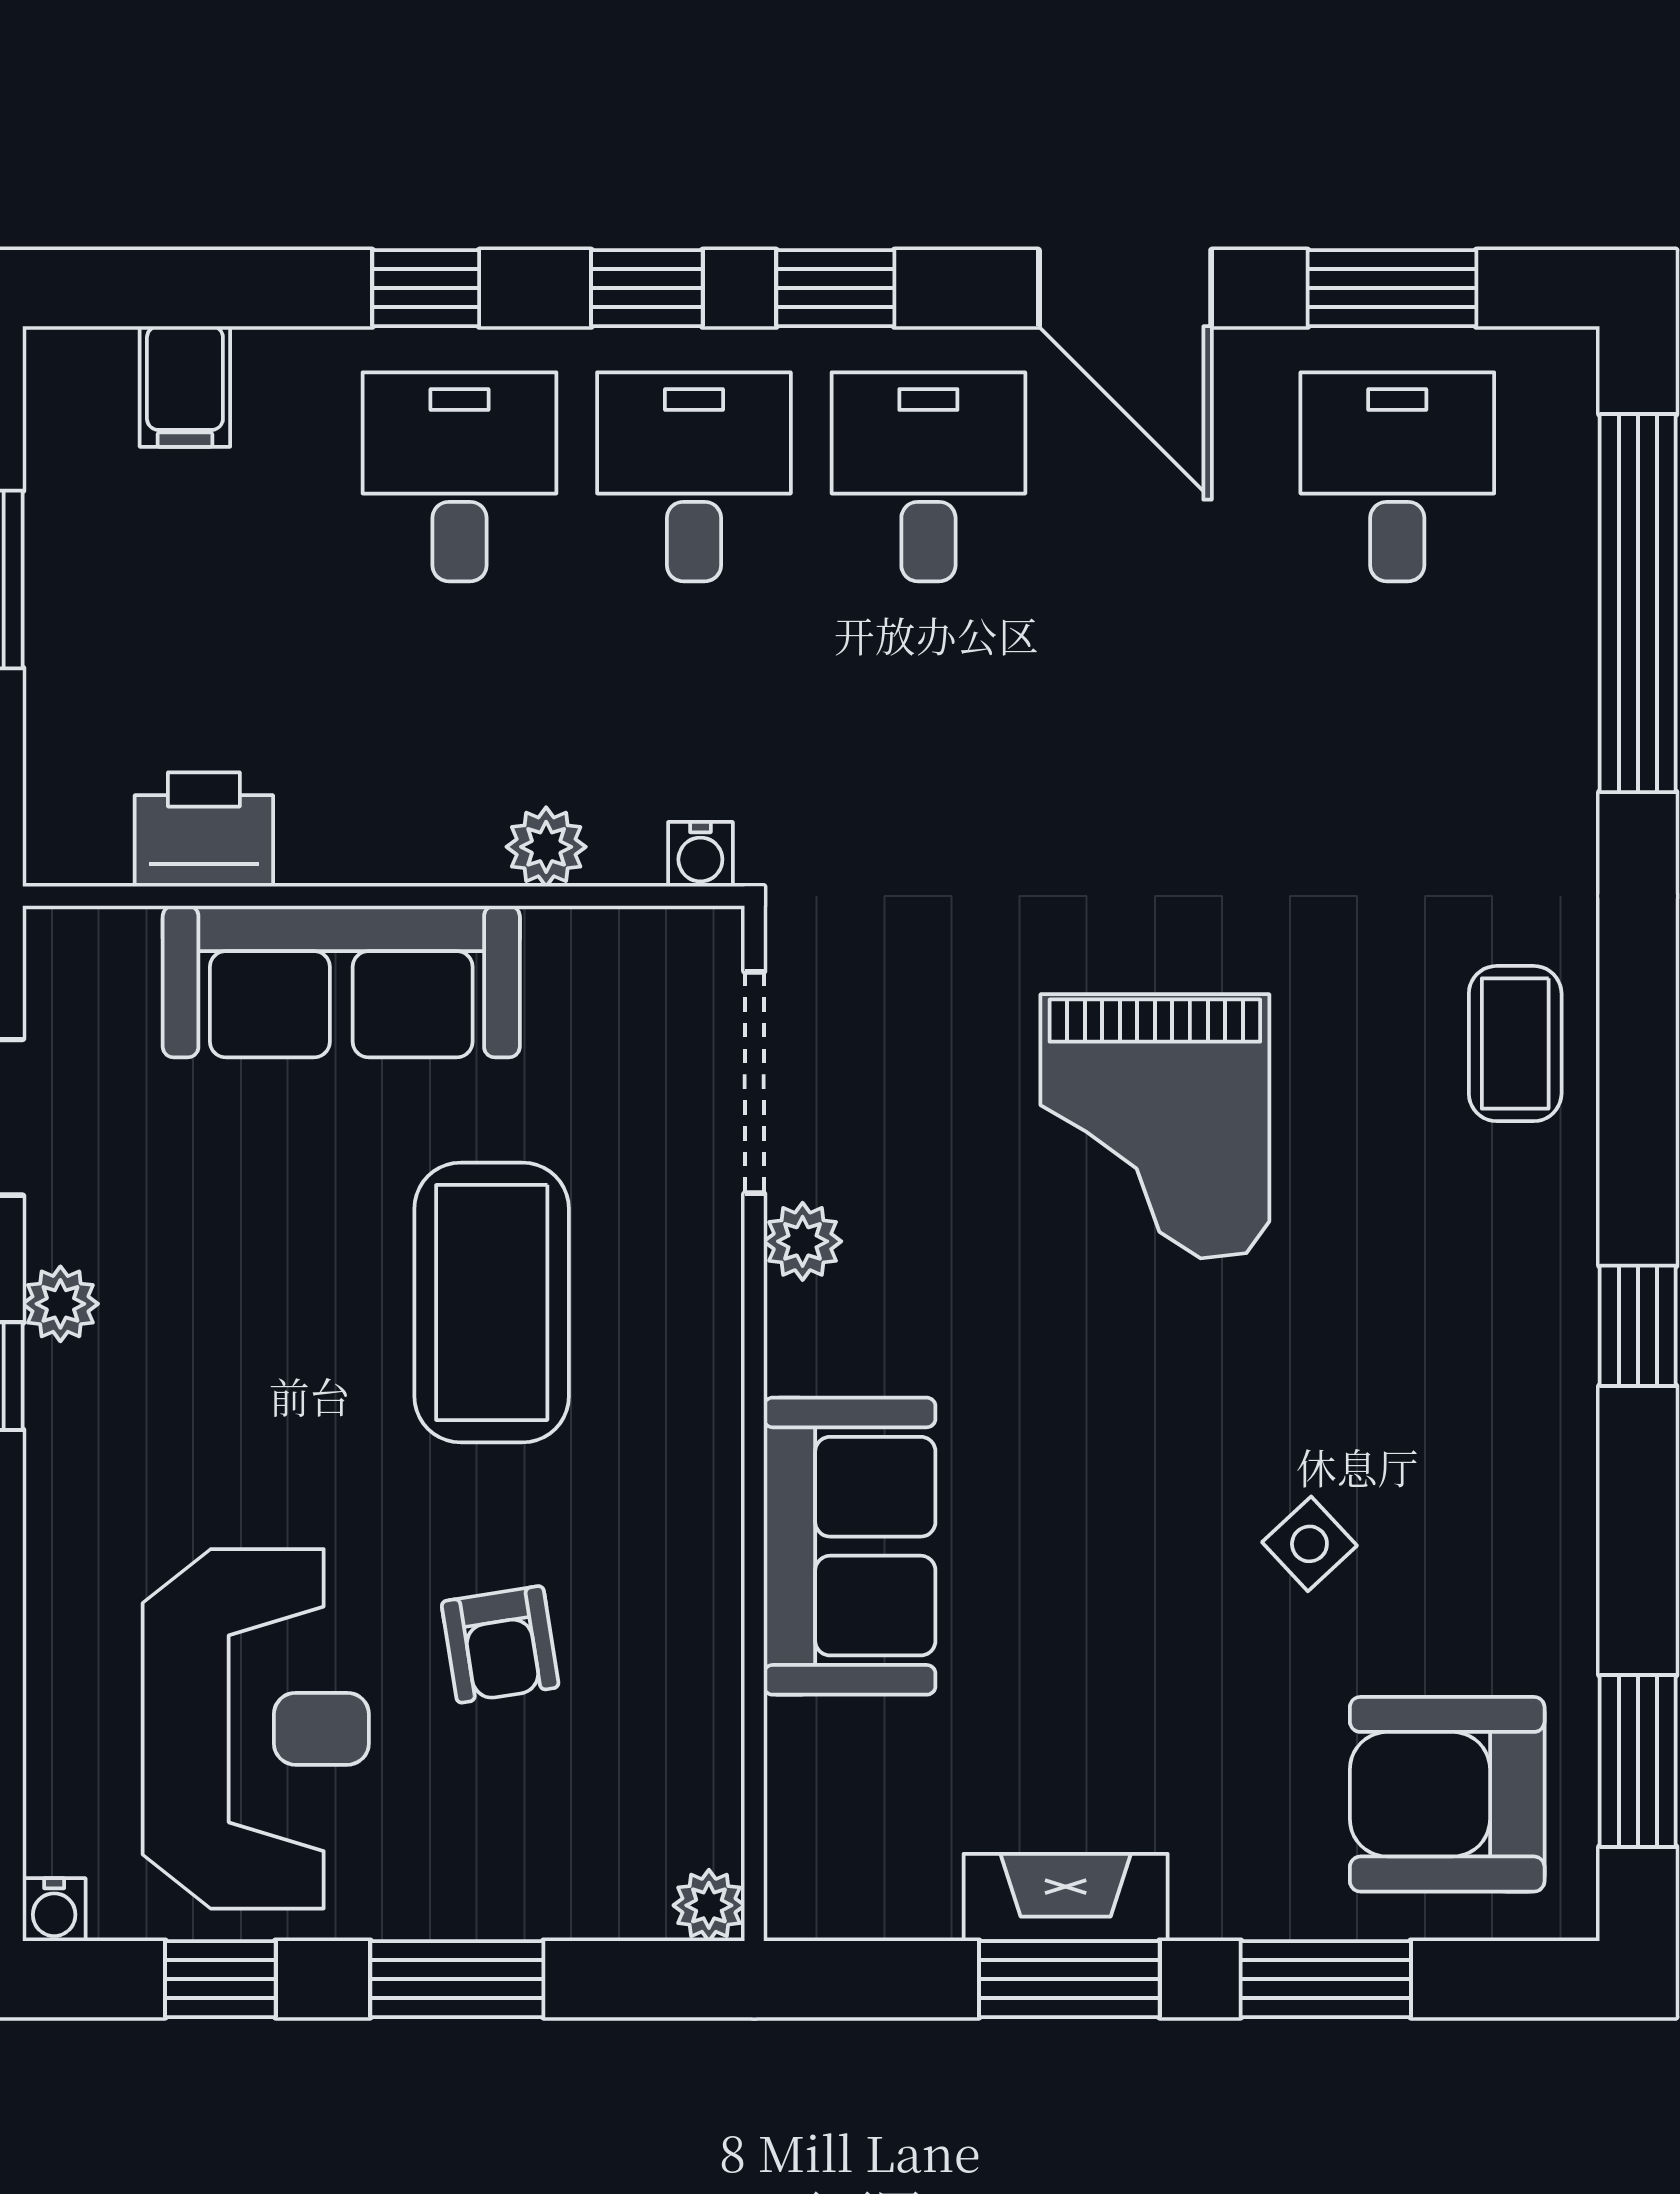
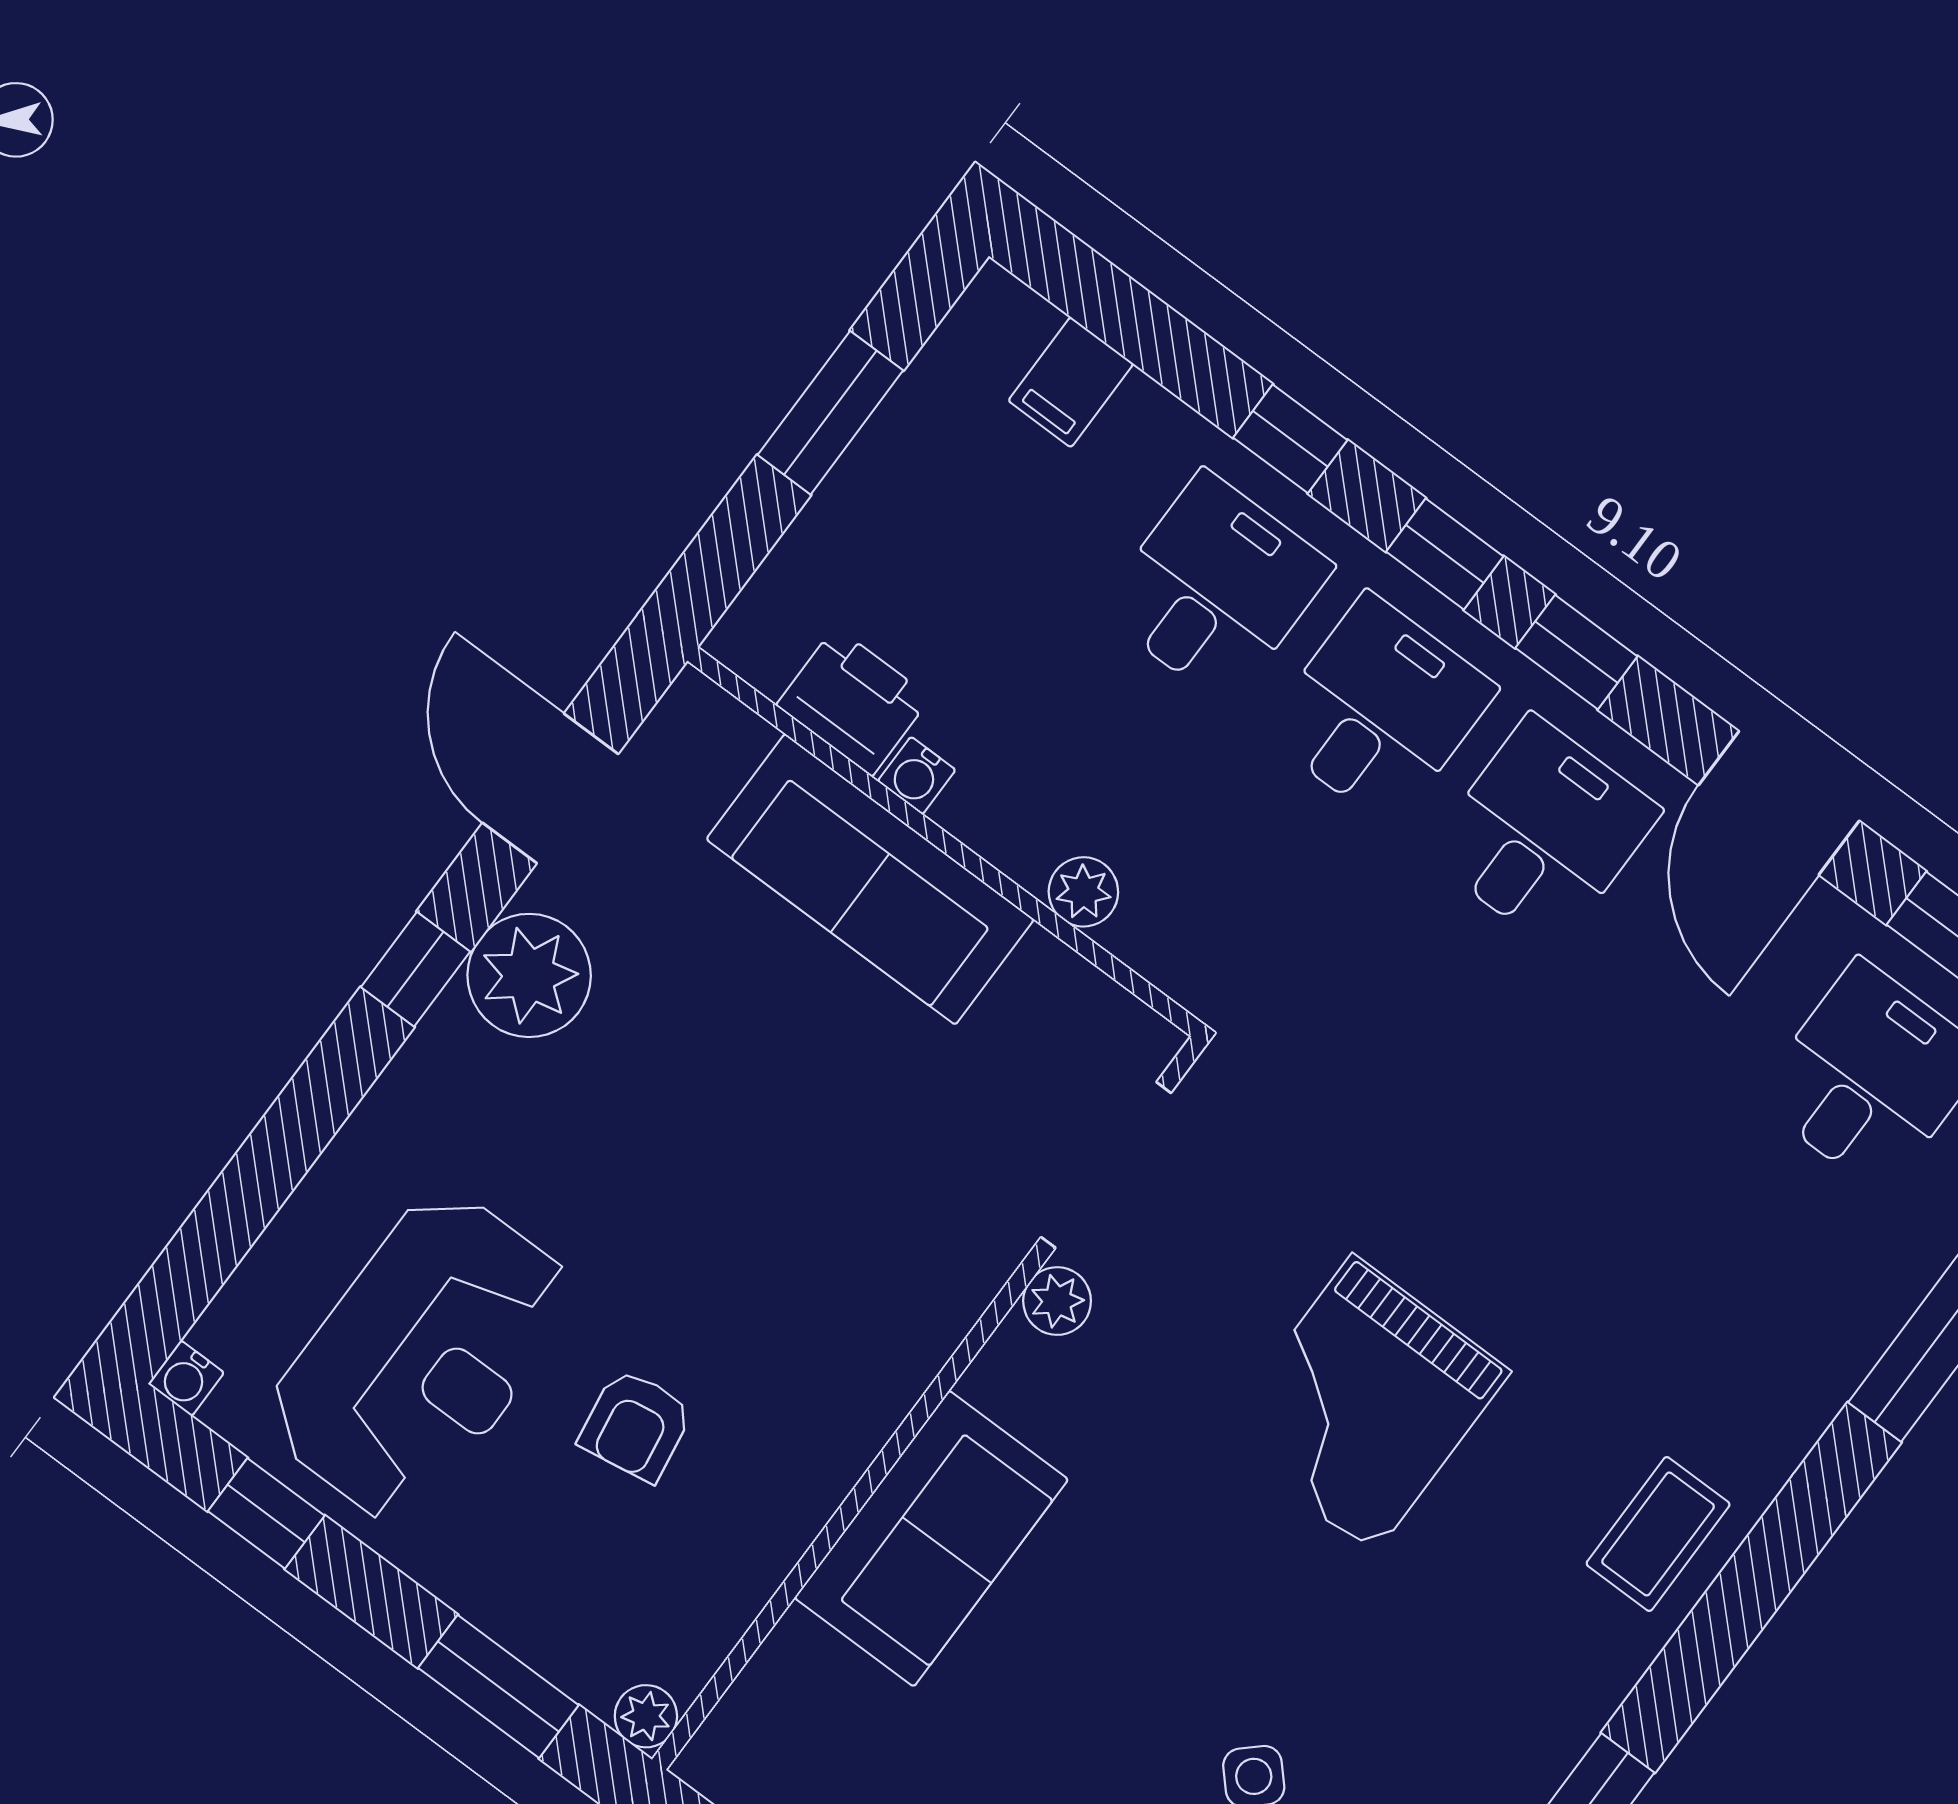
water cooler: (700, 854) -> (917, 776), moved
coffee table: (492, 1302) -> (808, 1182), removed
plant: (60, 1304) -> (529, 975), width x1.87, depth x1.87
window: (457, 1979) -> (498, 1686), moved

